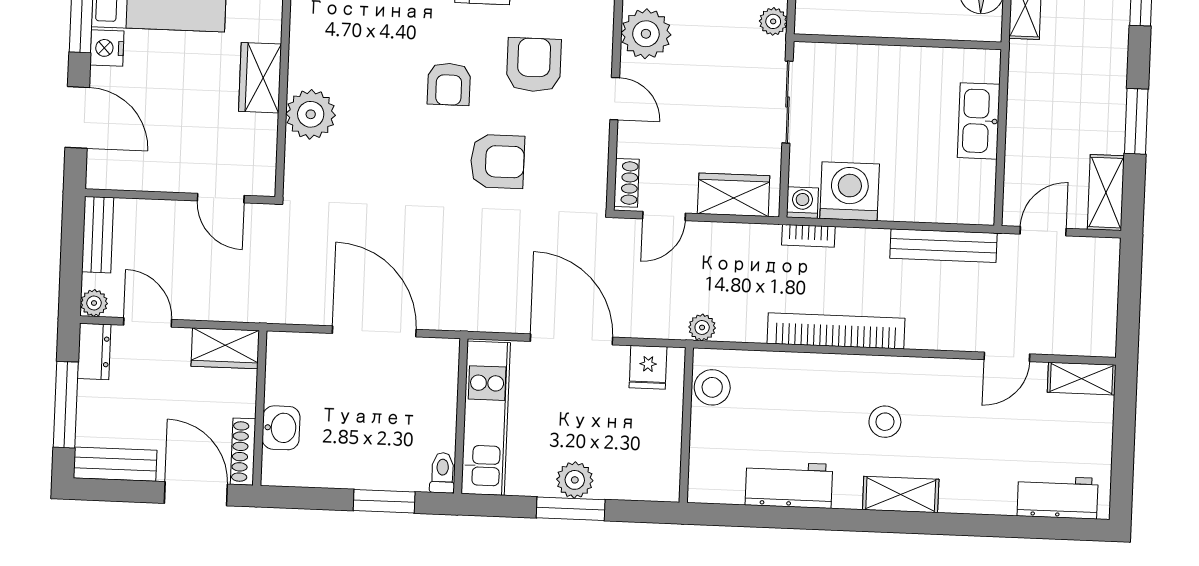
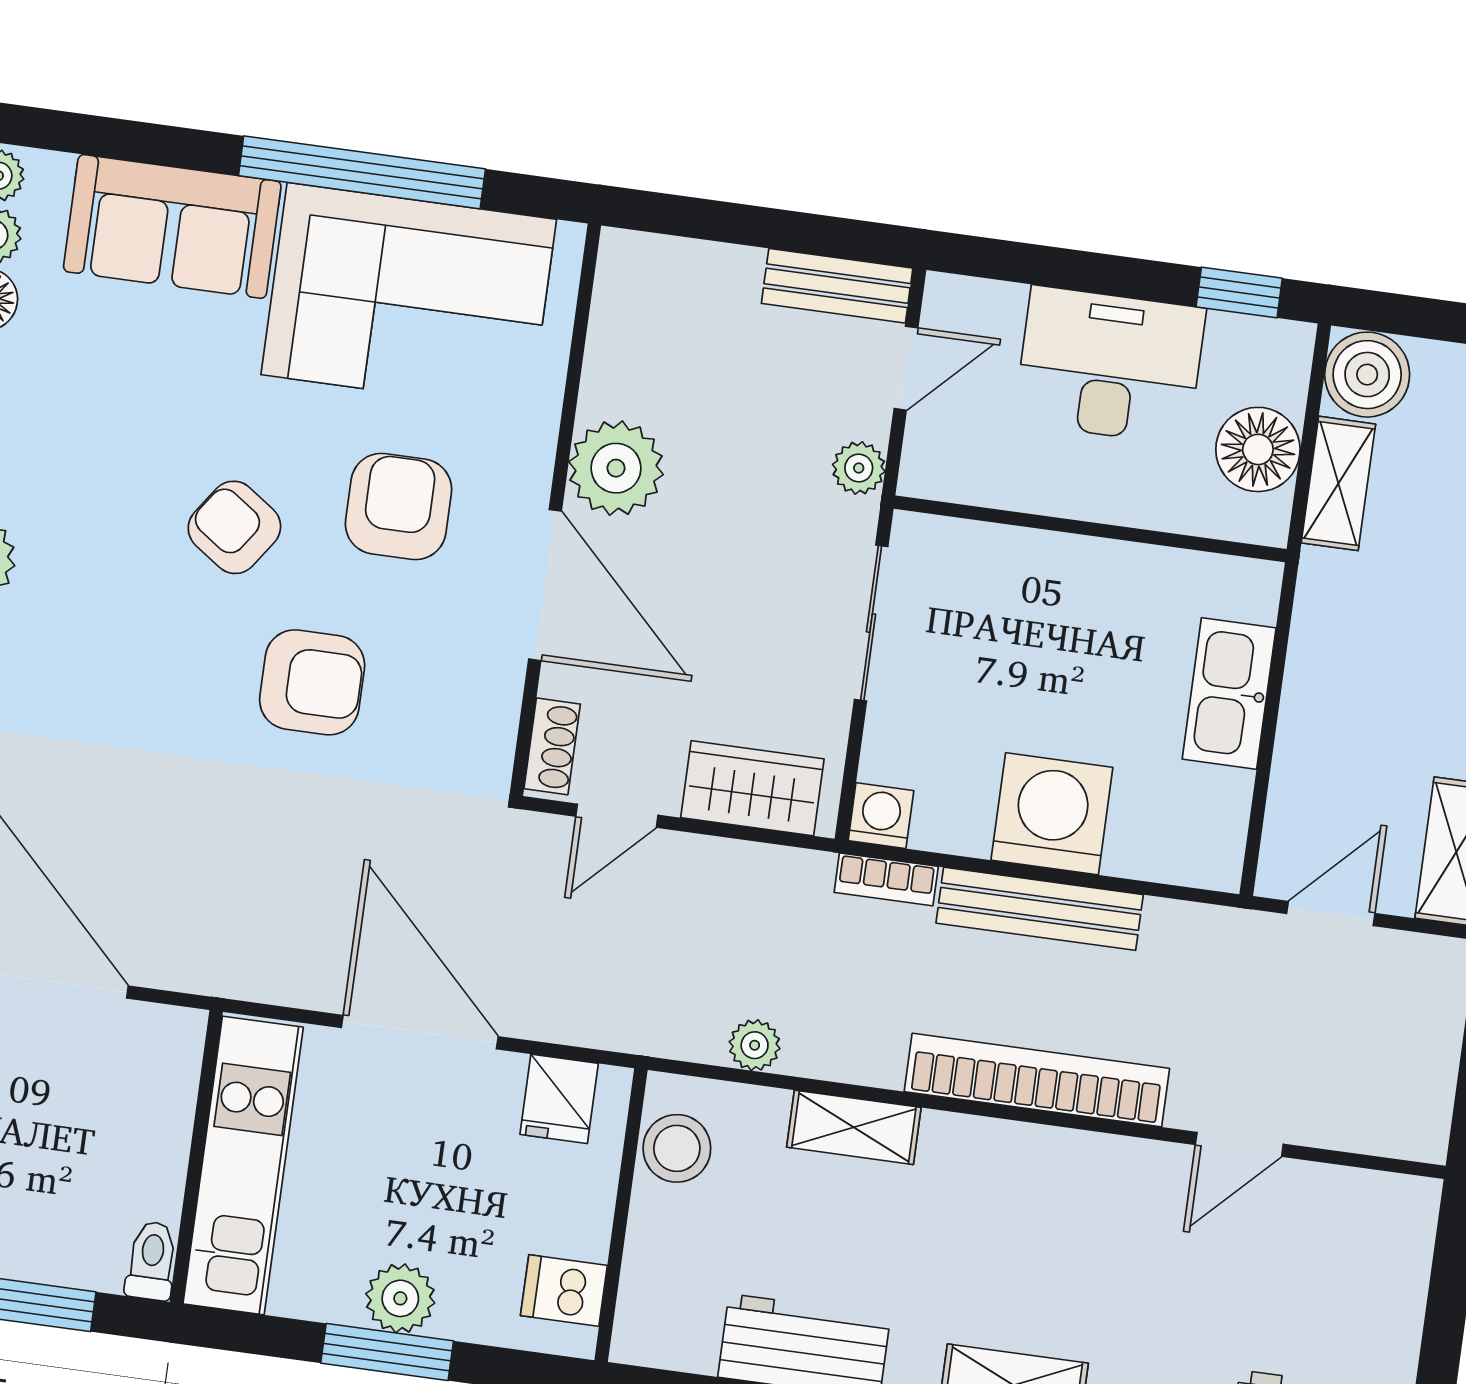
armchair: (449, 84) -> (234, 527), turned 125
door: (615, 99) -> (545, 585), width x1.87
washing machine: (850, 191) -> (1052, 814), moved
bench: (944, 246) -> (1040, 909), moved
plant: (702, 327) -> (755, 1045), moved
bookcase: (836, 331) -> (1037, 1080), moved
shelving: (1082, 379) -> (854, 1127), moved
stool: (885, 422) -> (997, 1245), removed
dishwasher: (660, 468) -> (564, 1290), added

